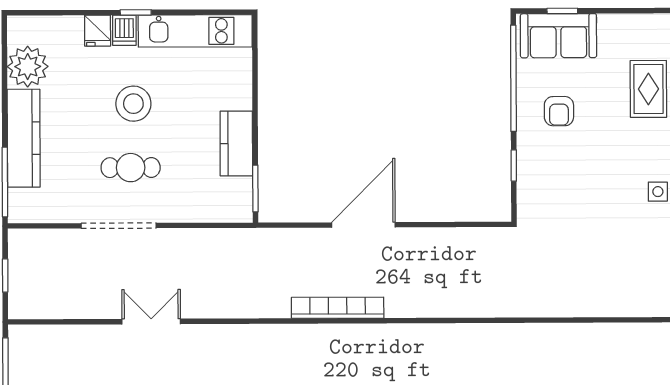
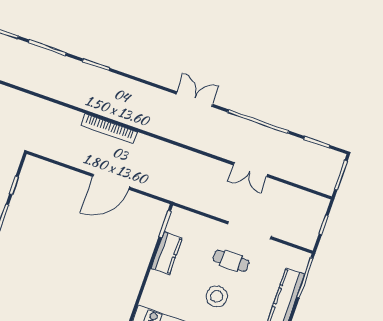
bookcase: (338, 308) -> (109, 128), moved

